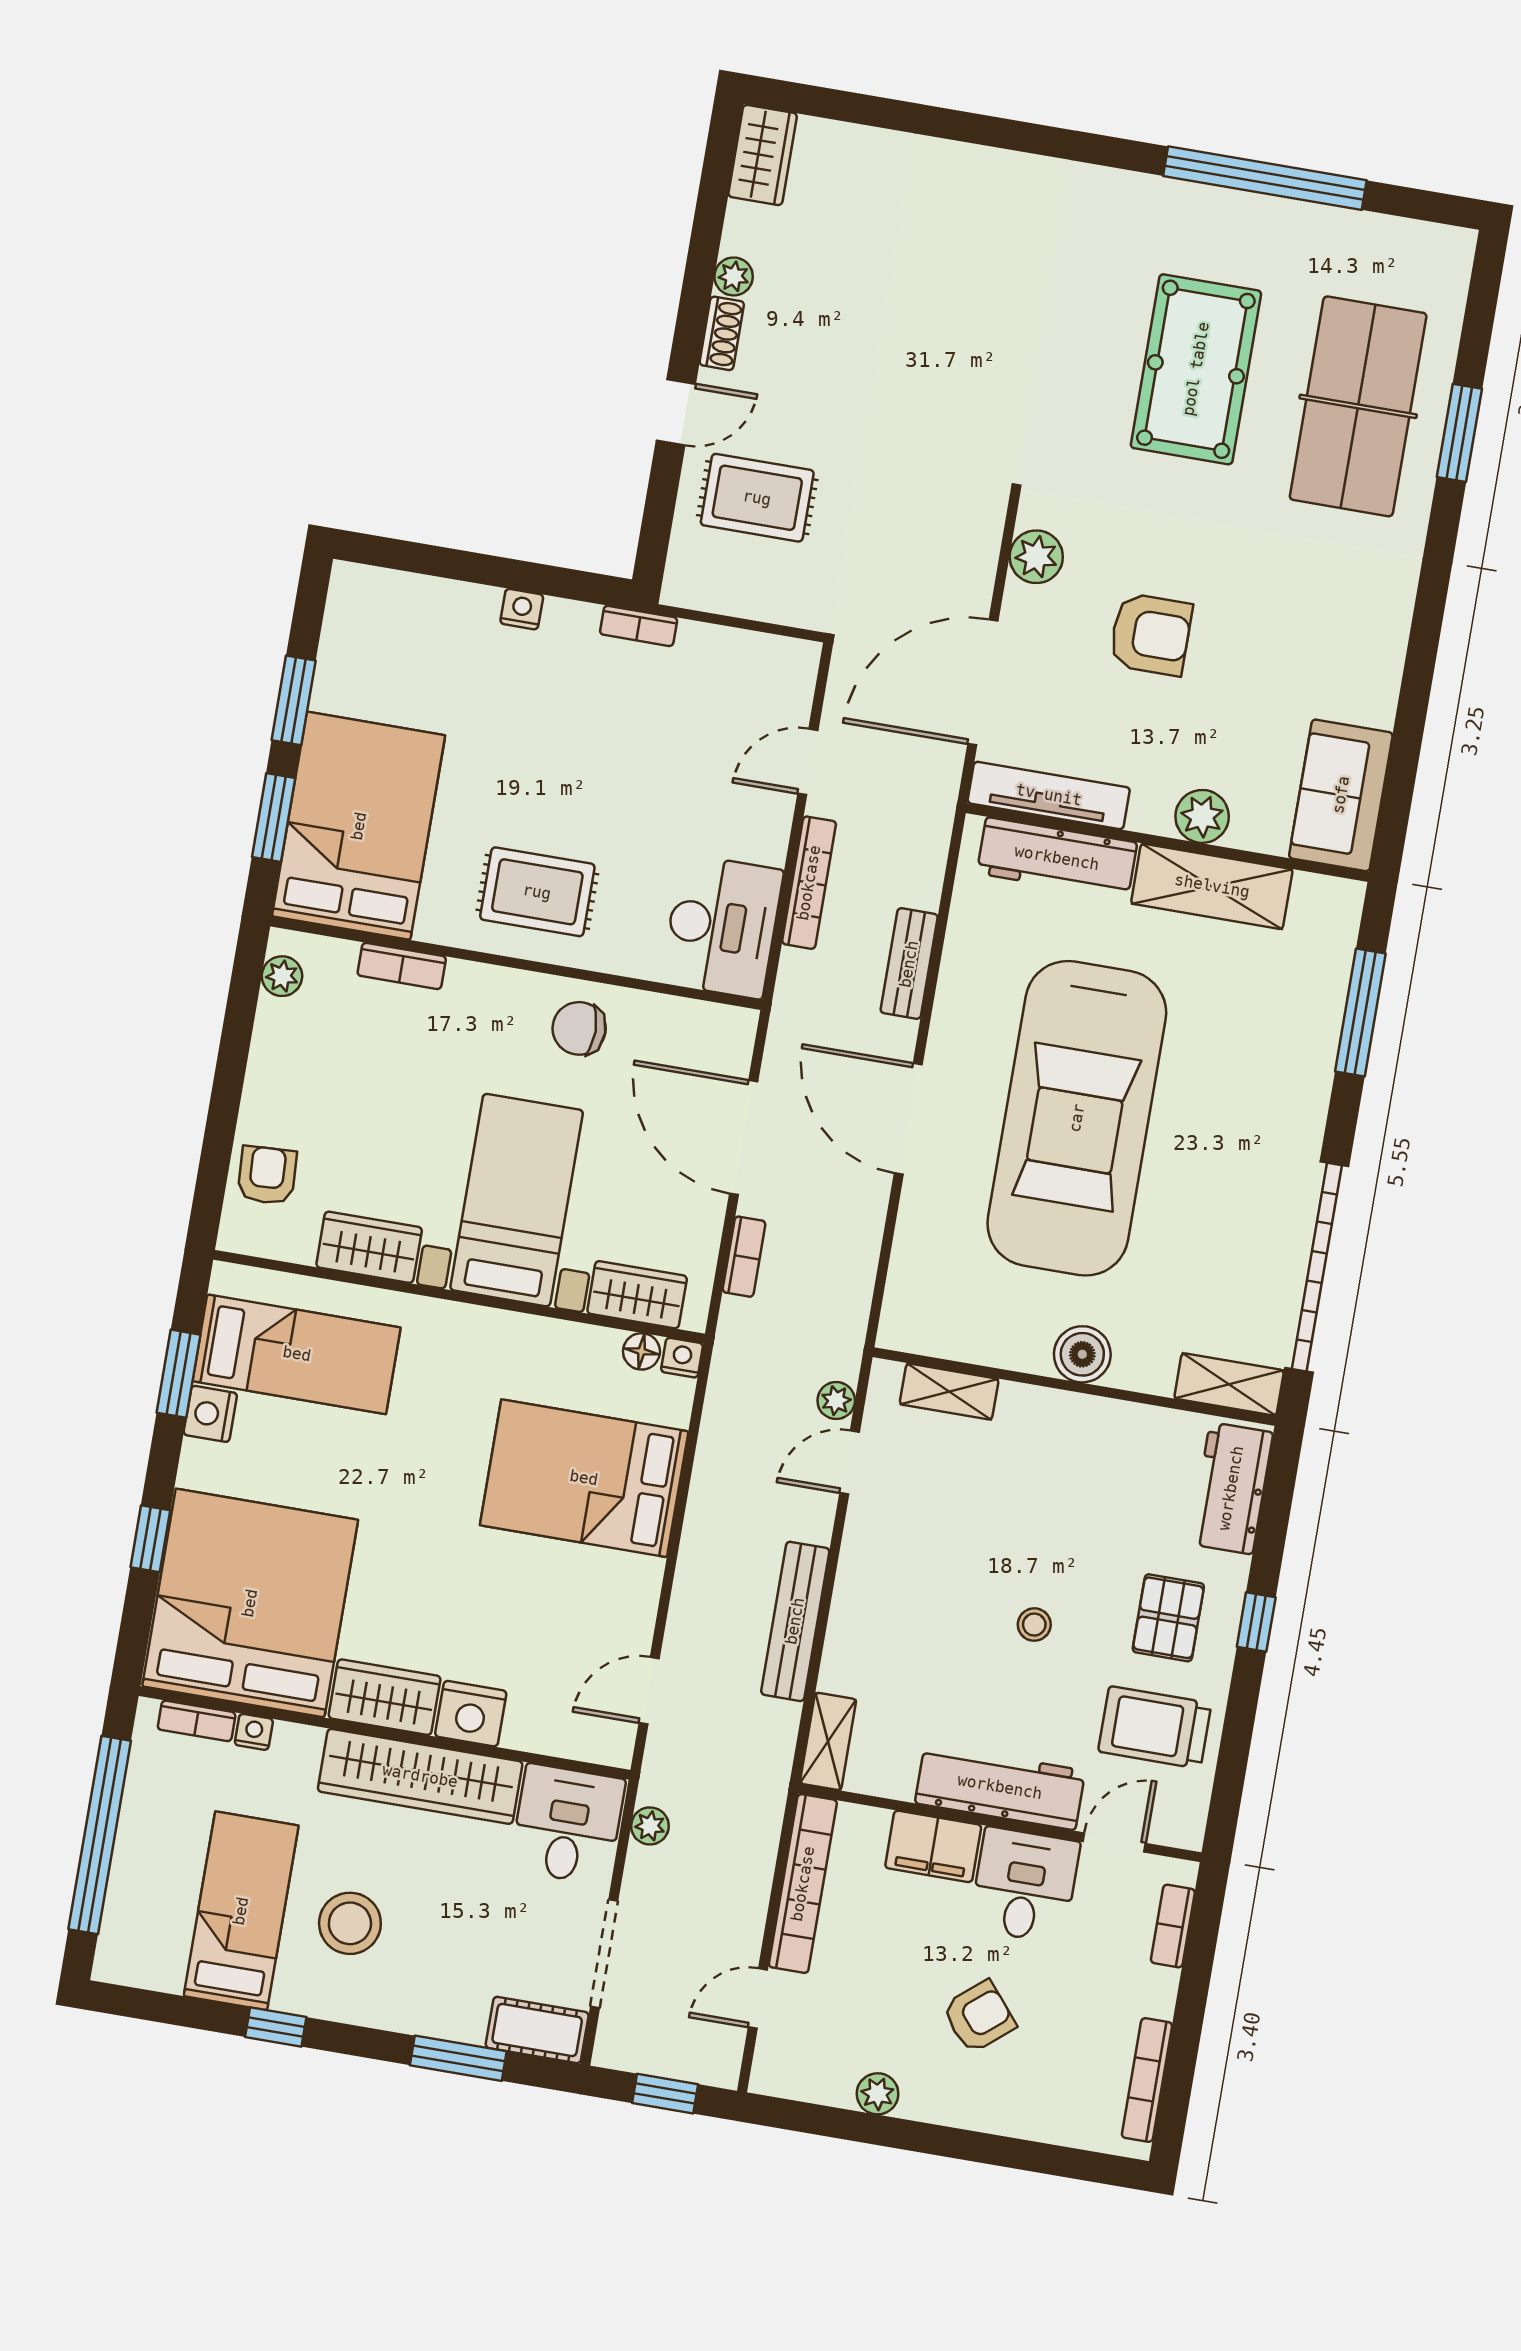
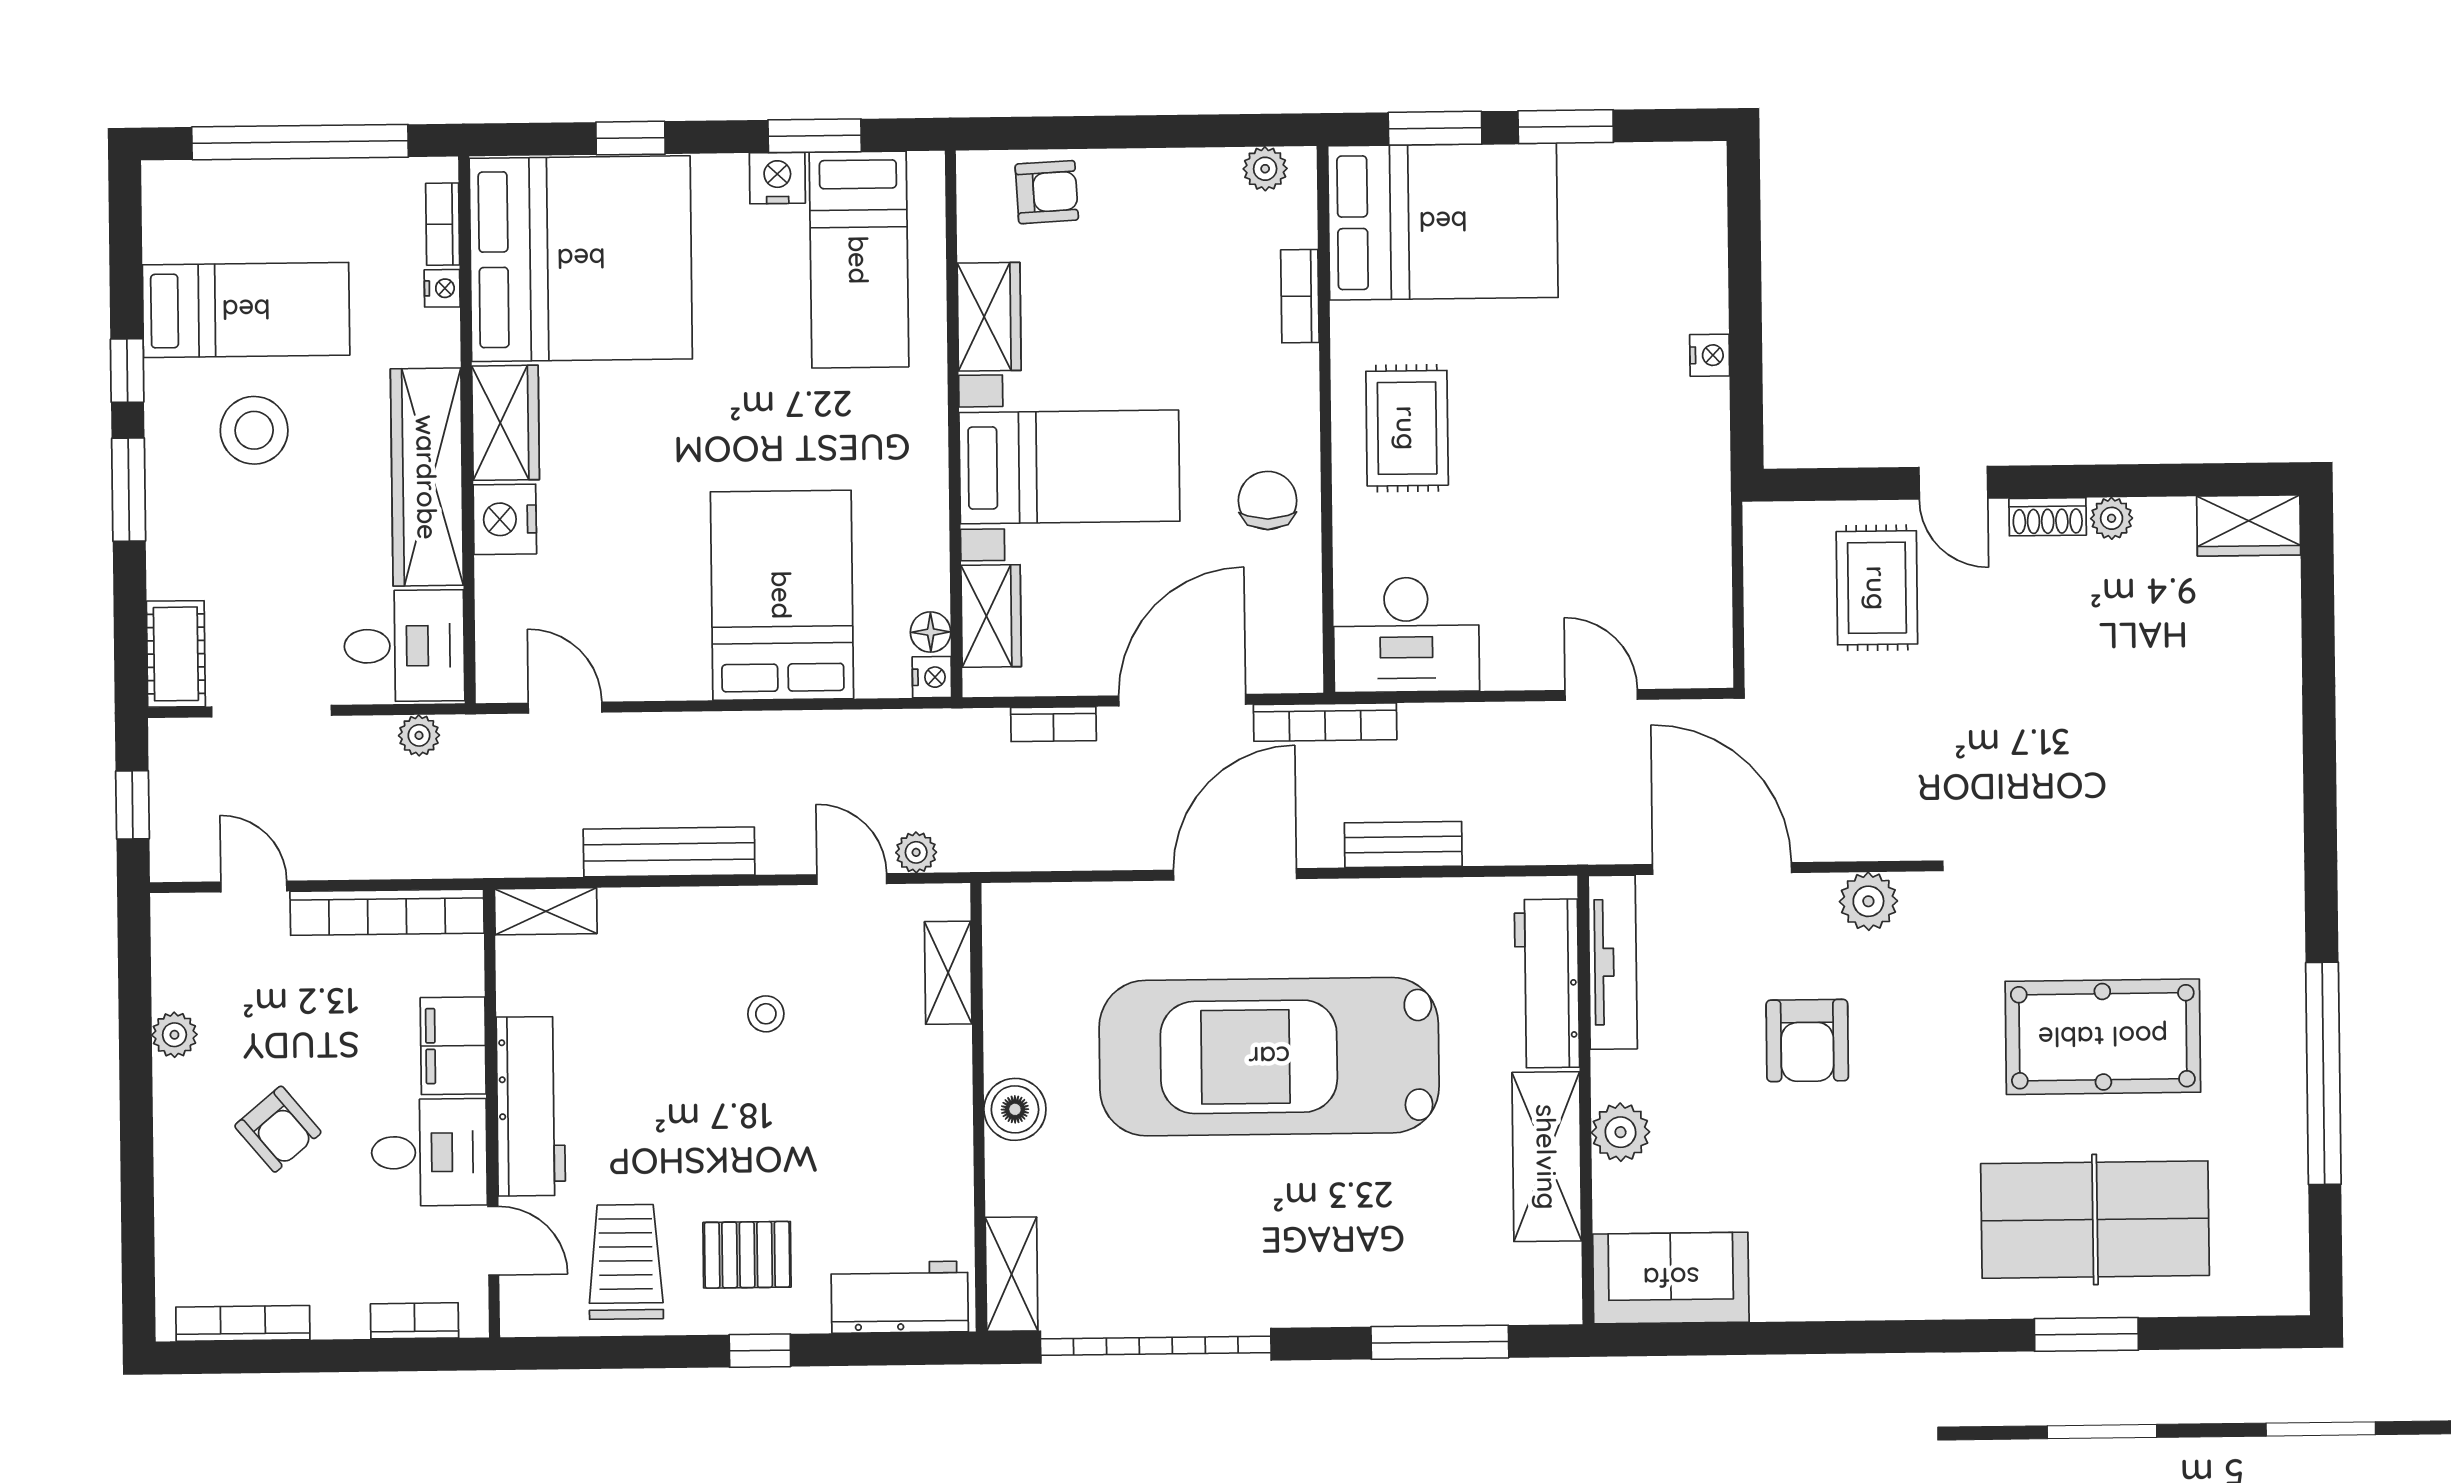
bookcase: (639, 626) -> (1715, 485), removed
bookcase: (809, 883) -> (1325, 722), moved
stool: (1034, 1625) -> (766, 1014), moved
window: (458, 2058) -> (129, 490), moved

